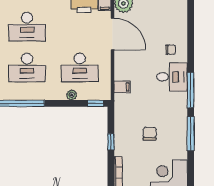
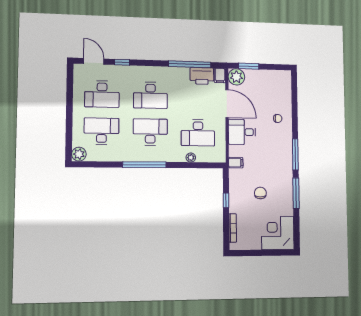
desk: (27, 67) -> (150, 132), turned 180
desk: (172, 77) -> (242, 132), moved, turned 180
filing cabinet: (122, 87) -> (236, 163), moved
window: (96, 103) -> (212, 165), removed

